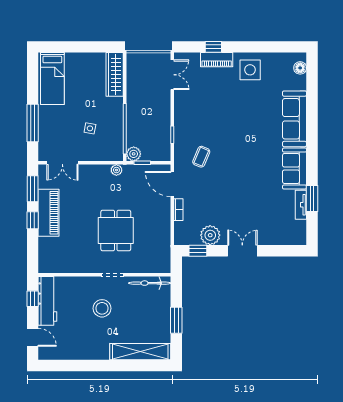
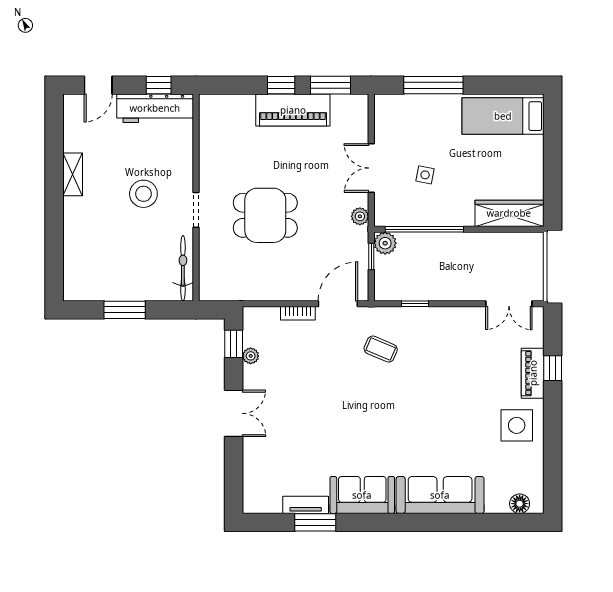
double door: (62, 163) -> (371, 168), moved
plant: (210, 235) -> (251, 356), width x0.53, depth x0.53
shelving: (140, 352) -> (73, 174), moved, width x0.45, depth x0.75

